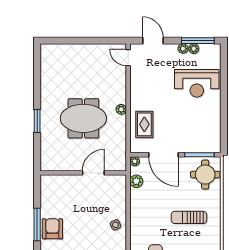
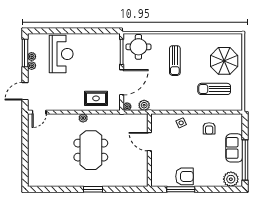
wall: (83, 173) -> (149, 150), moved
door: (93, 173) -> (149, 142), moved
armchair: (52, 229) -> (184, 176), turned 180

